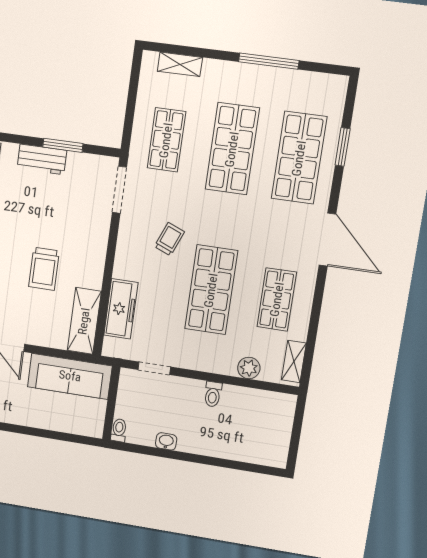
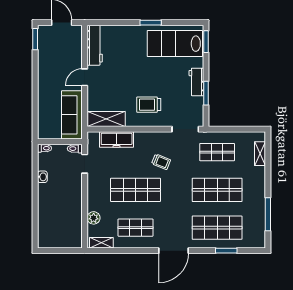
window: (269, 61) -> (268, 214), moved
trolley: (44, 269) -> (149, 105), moved
toilet: (213, 394) -> (75, 149), moved

